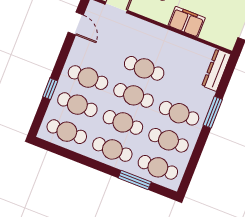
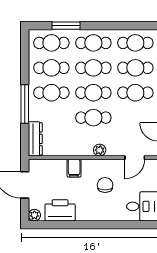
filing cabinet: (187, 22) -> (74, 168), width x0.50
plant: (151, 30) -> (100, 150), added
window: (213, 112) -> (25, 104), width x1.44

